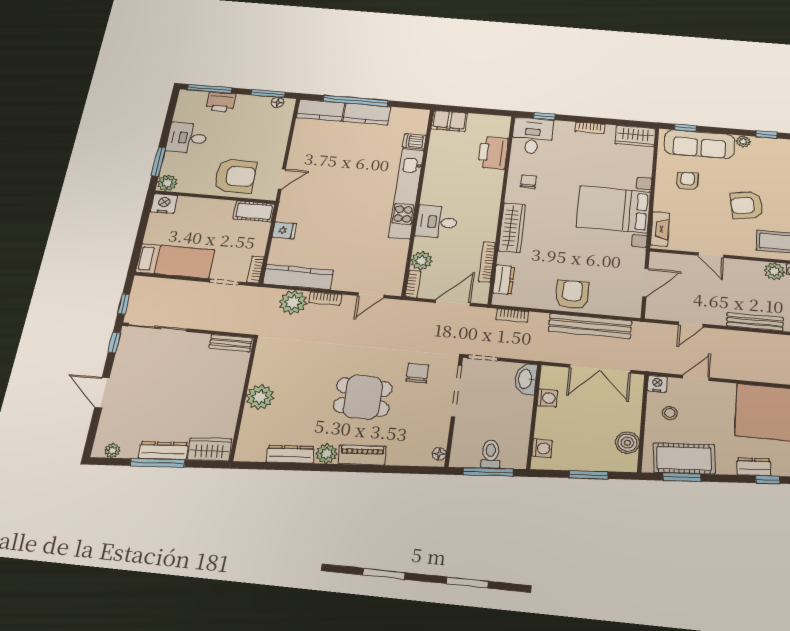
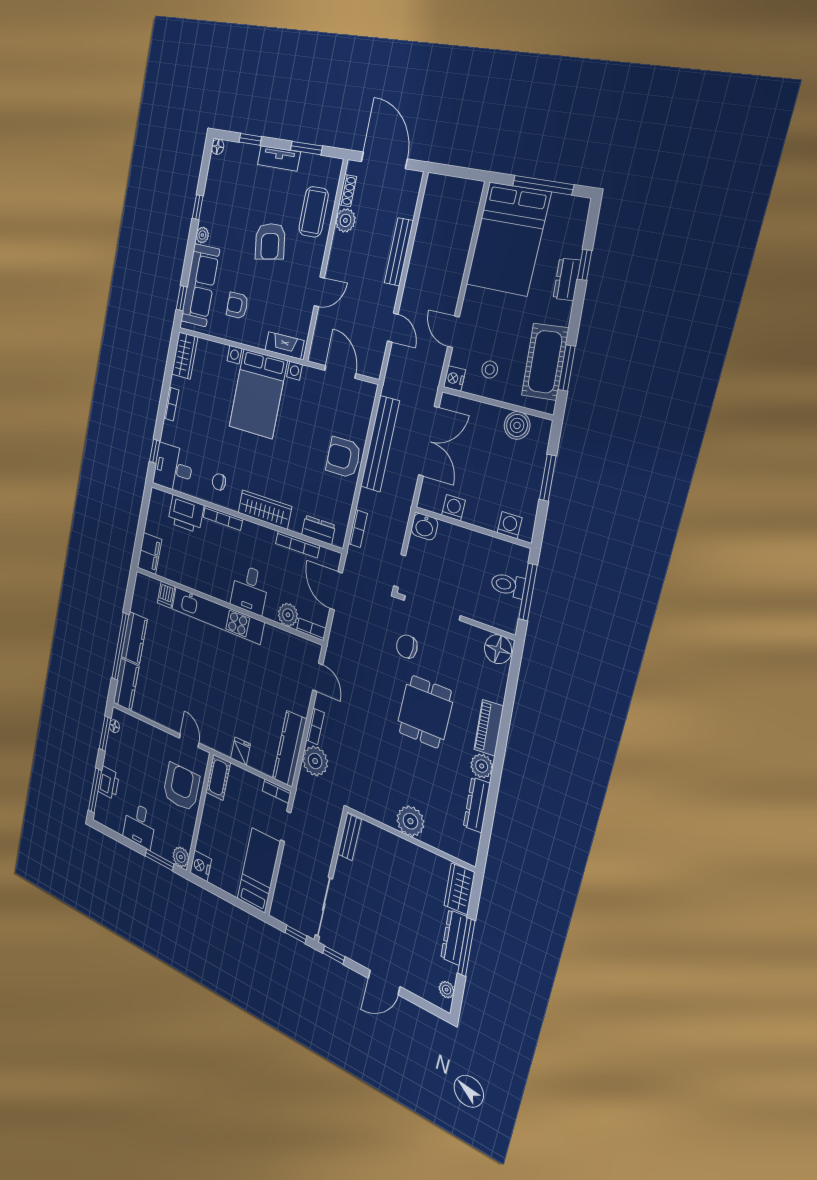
bookcase: (497, 189) -> (223, 518), added
washbasin: (526, 379) -> (425, 527), width x0.72
floor lamp: (439, 454) -> (498, 649), width x1.89, depth x1.89

